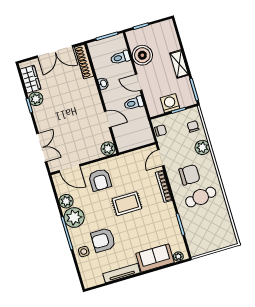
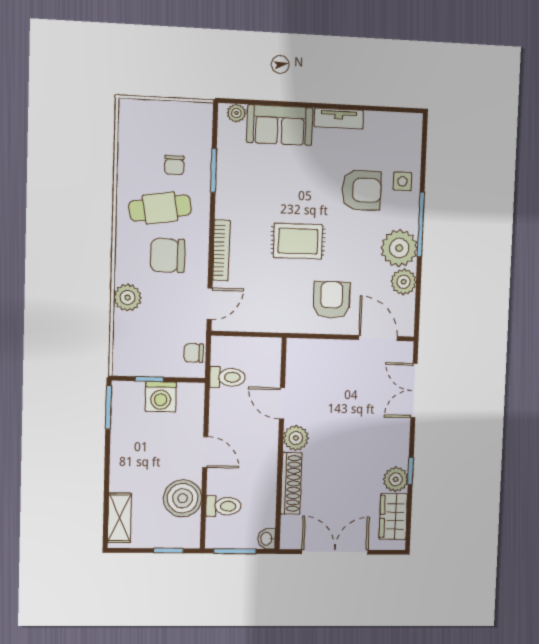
shoe rack: (84, 62) -> (291, 483), moved
shelving: (179, 64) -> (120, 518), moved
washbasin: (103, 84) -> (267, 539), moved
toilet: (134, 103) -> (227, 377), moved
chair: (193, 126) -> (174, 165), moved
plant: (108, 149) -> (296, 438), moved
tv unit: (122, 273) -> (339, 118), width x0.71

